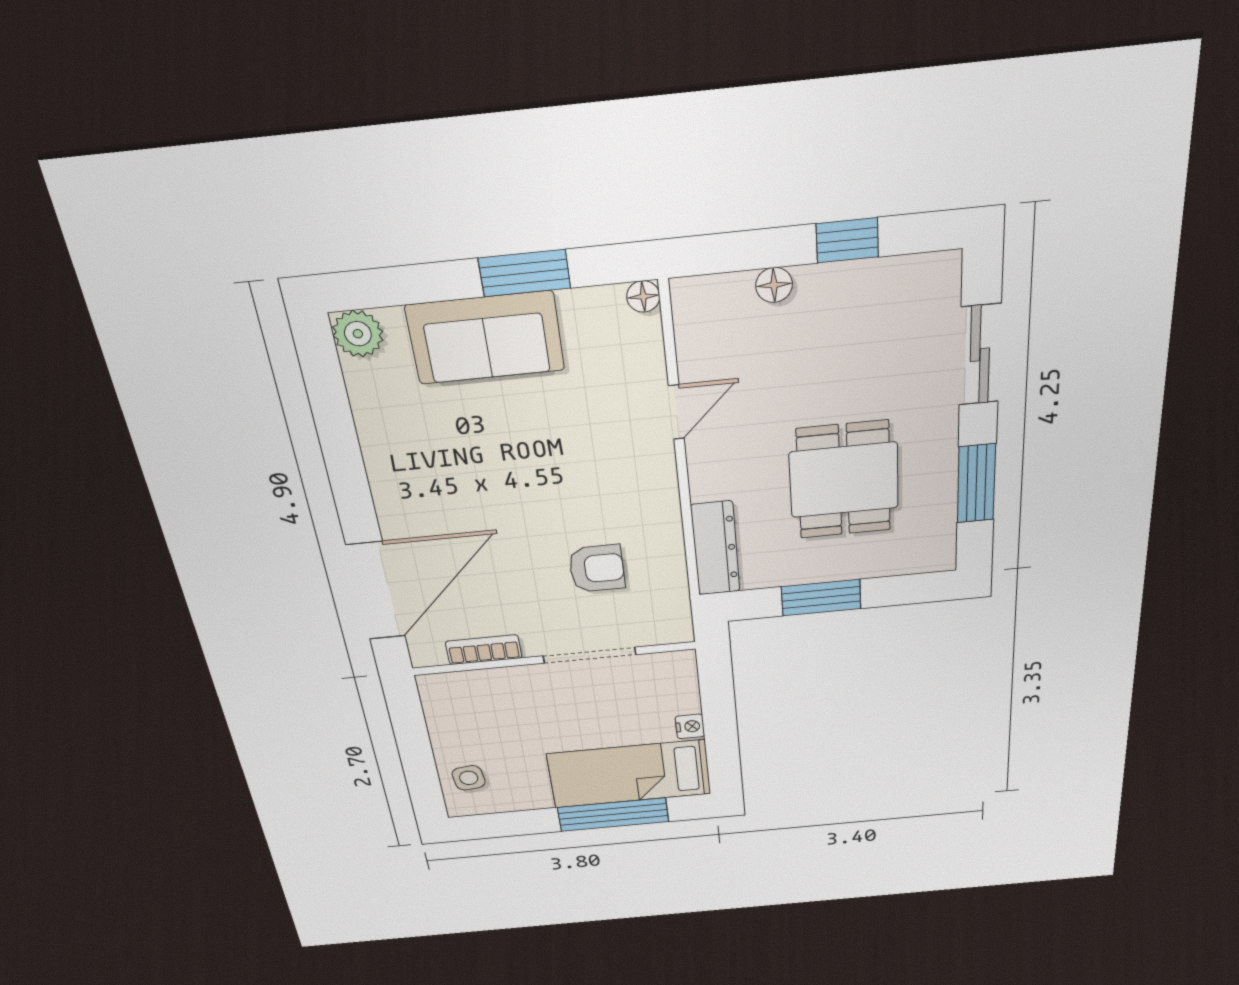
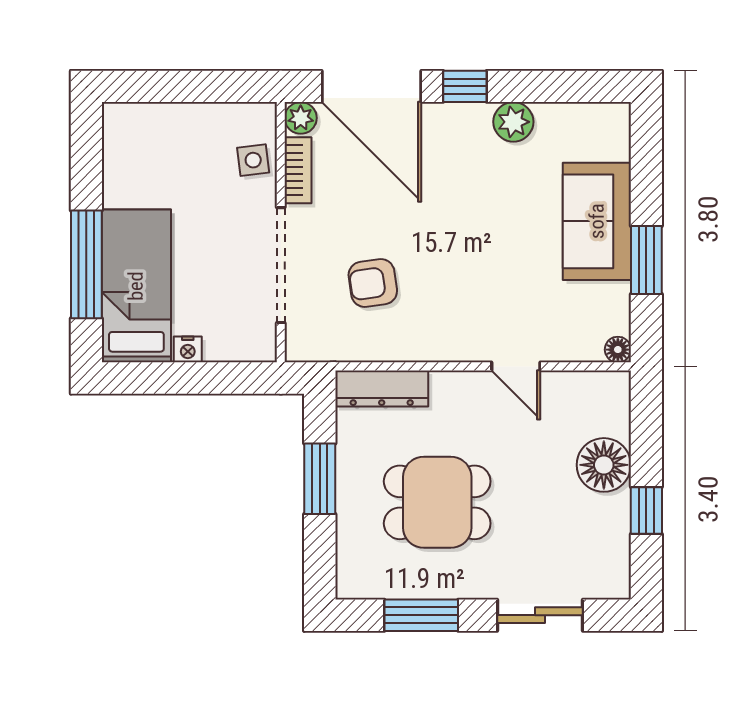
floor lamp: (774, 285) -> (604, 465), width x1.89, depth x1.89
plant: (358, 334) -> (513, 122), moved
window: (353, 499) -> (465, 86), added
armchair: (597, 568) -> (373, 283), turned 82
plant: (426, 653) -> (301, 118), added
doorway: (590, 655) -> (281, 265), width x1.36
side table: (469, 778) -> (253, 160), moved

